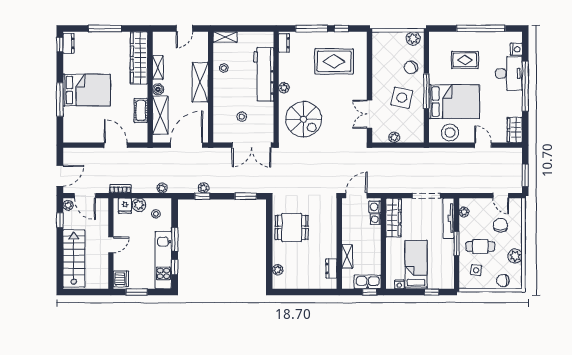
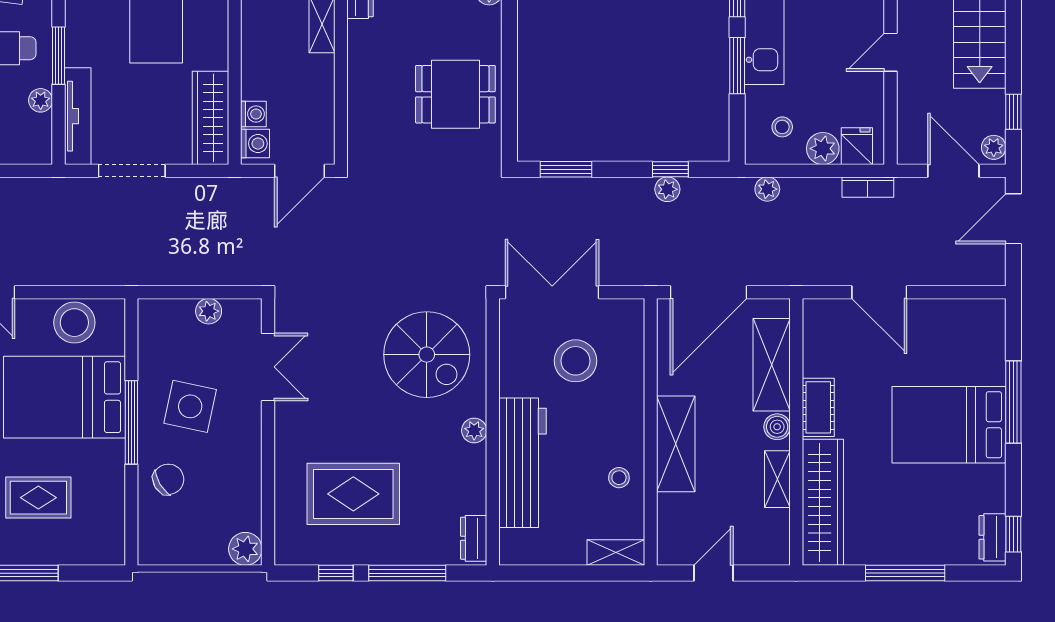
plant: (413, 39) -> (245, 549), moved
cot: (141, 110) -> (818, 407), moved
stool: (242, 117) -> (576, 361), width x1.89, depth x1.89
spiral stairs: (304, 119) -> (427, 355), turned 180
plant: (464, 212) -> (41, 100), moved

